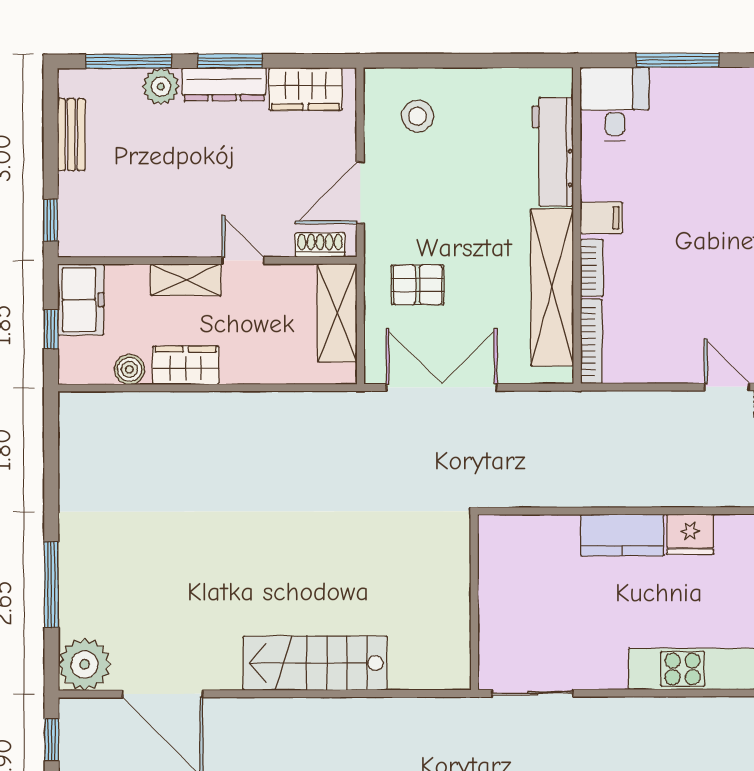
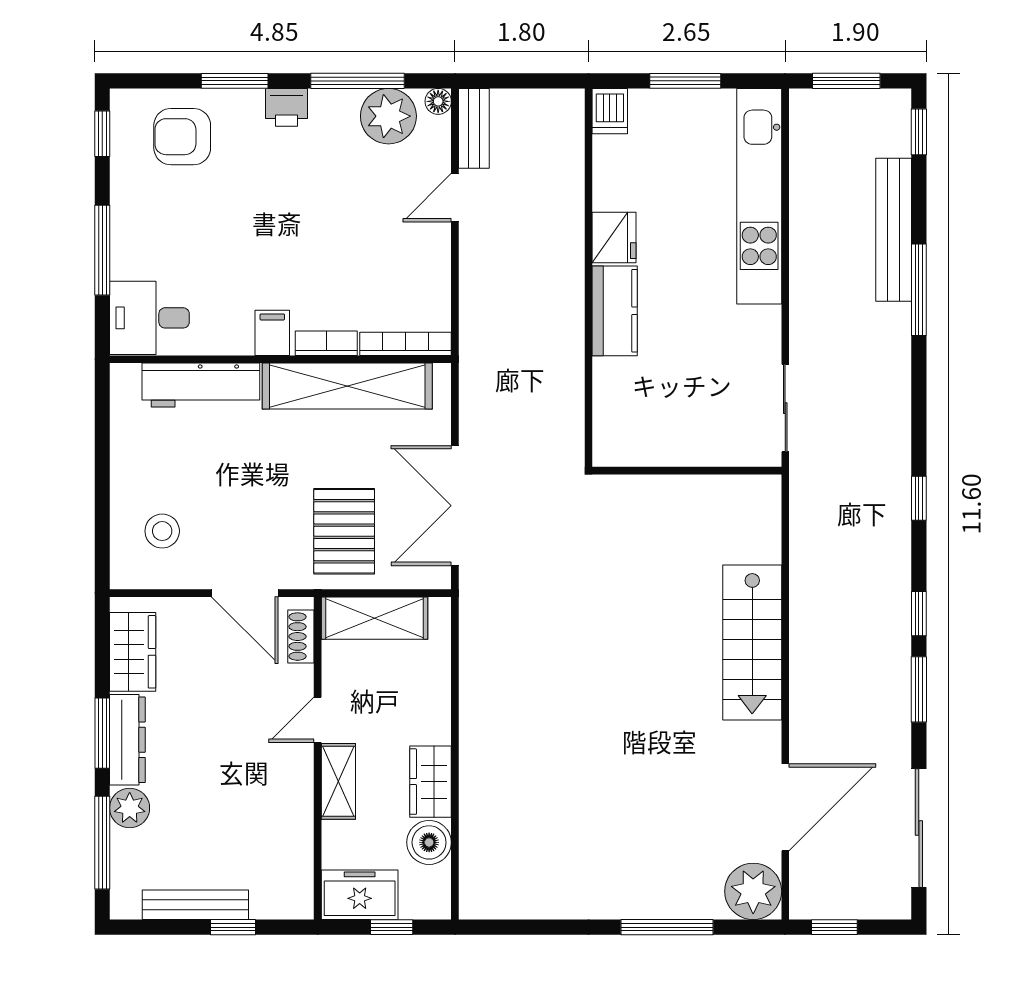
bench: (71, 134) -> (195, 905), width x1.36
window: (51, 220) -> (233, 927), moved
pallet: (418, 285) -> (344, 531), width x1.50, depth x1.42
boiler: (129, 369) -> (429, 842), width x1.36, depth x1.36

